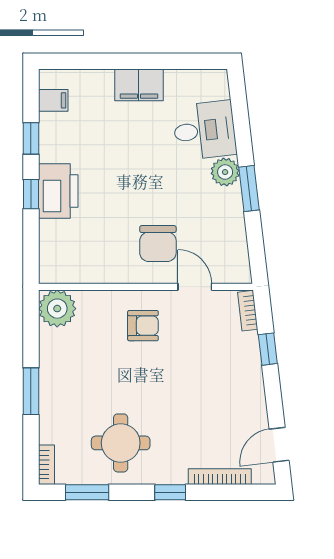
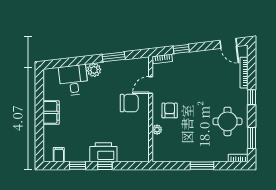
window: (249, 188) -> (114, 57), moved
plant: (57, 309) -> (157, 130), moved, width x0.53, depth x0.53

